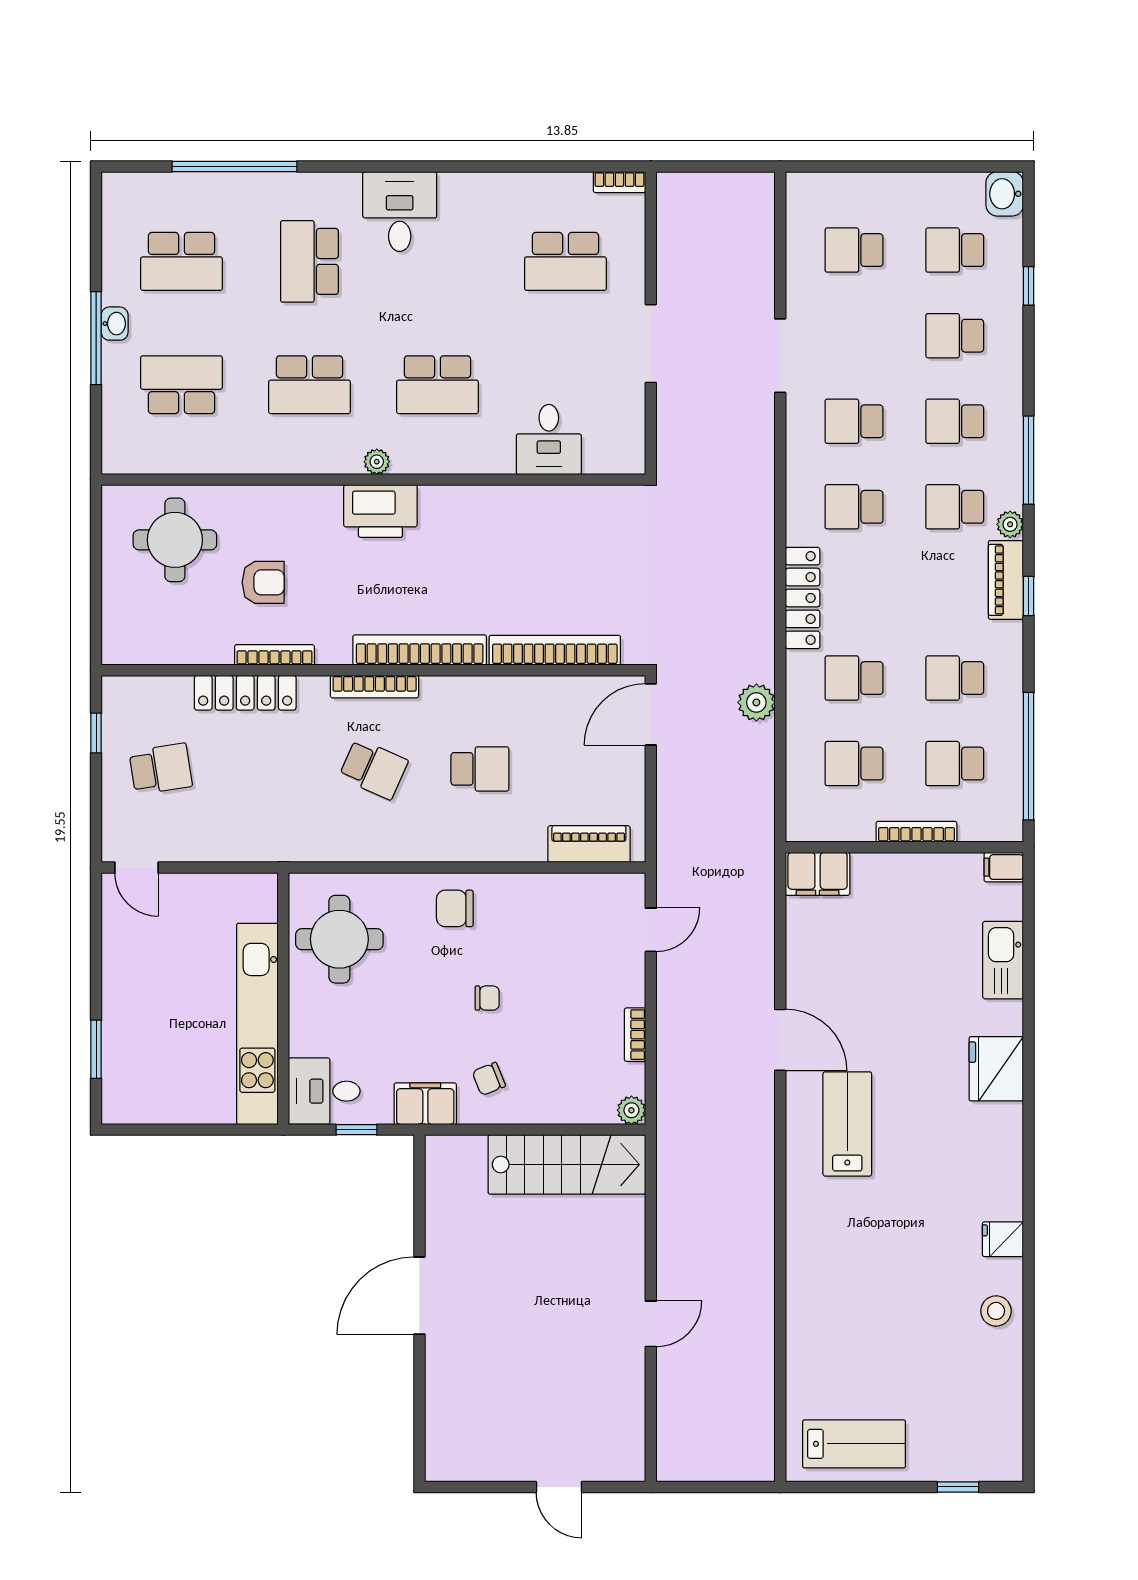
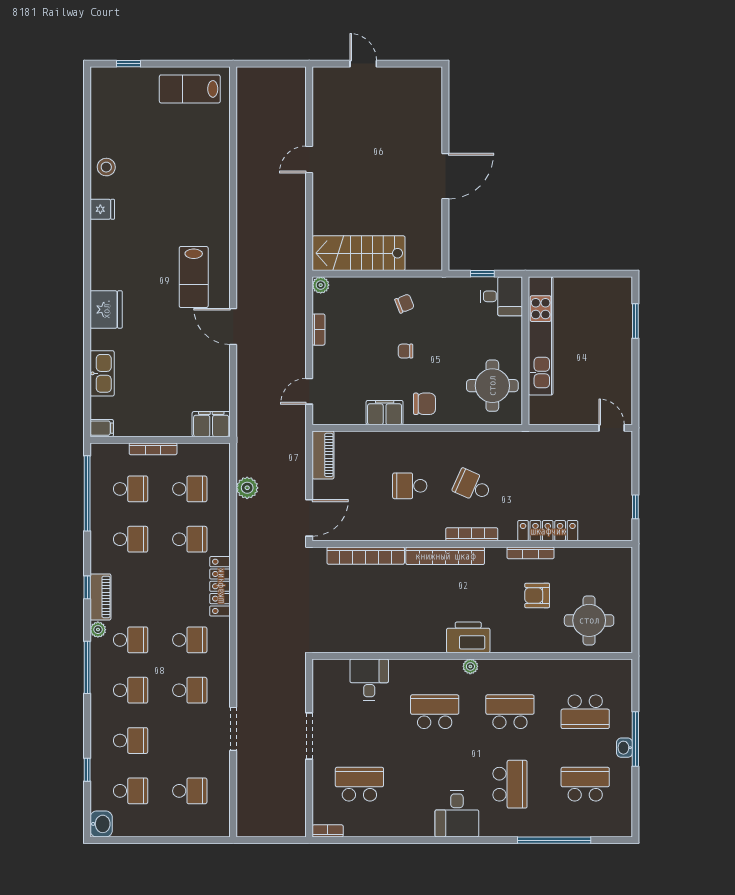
plant: (756, 702) -> (247, 488), moved
school desk: (161, 769) -> (597, 486), removed
piano: (589, 844) -> (323, 455), moved, turned -90
filing cabinet: (425, 1104) -> (385, 413), moved, turned 180

